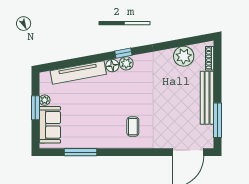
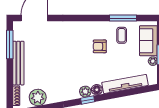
armchair: (109, 118) -> (100, 46), added
coffee table: (133, 127) -> (122, 35), moved

